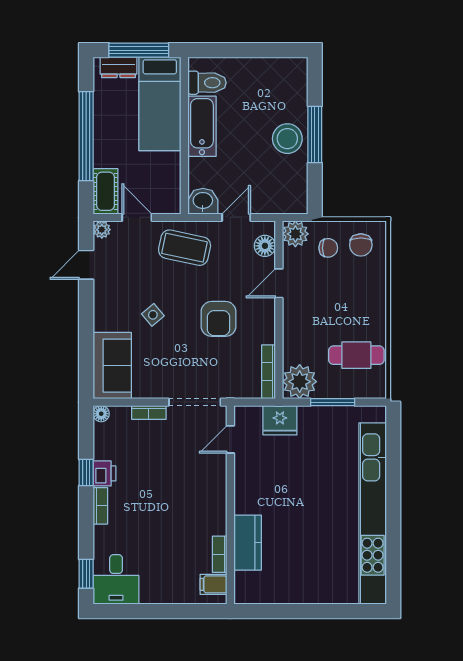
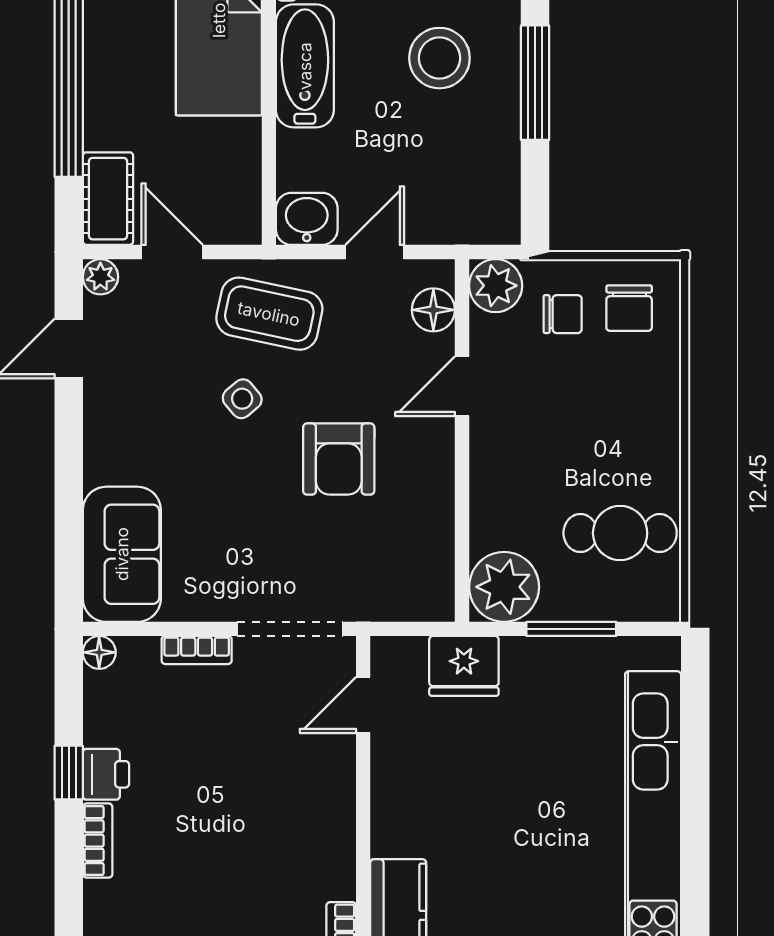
stool: (287, 139) -> (439, 58), moved
side table: (153, 315) -> (242, 399), moved
bookcase: (269, 372) -> (441, 567), removed

